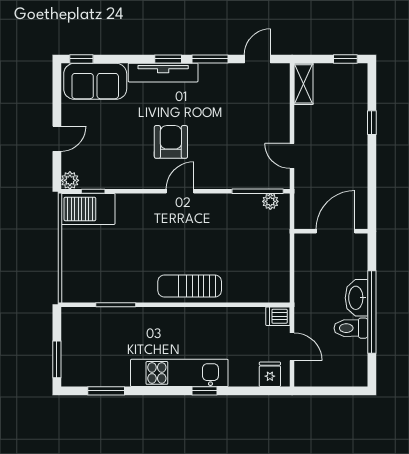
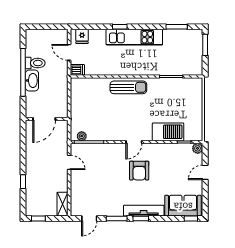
barbecue: (88, 209) -> (168, 132), moved

